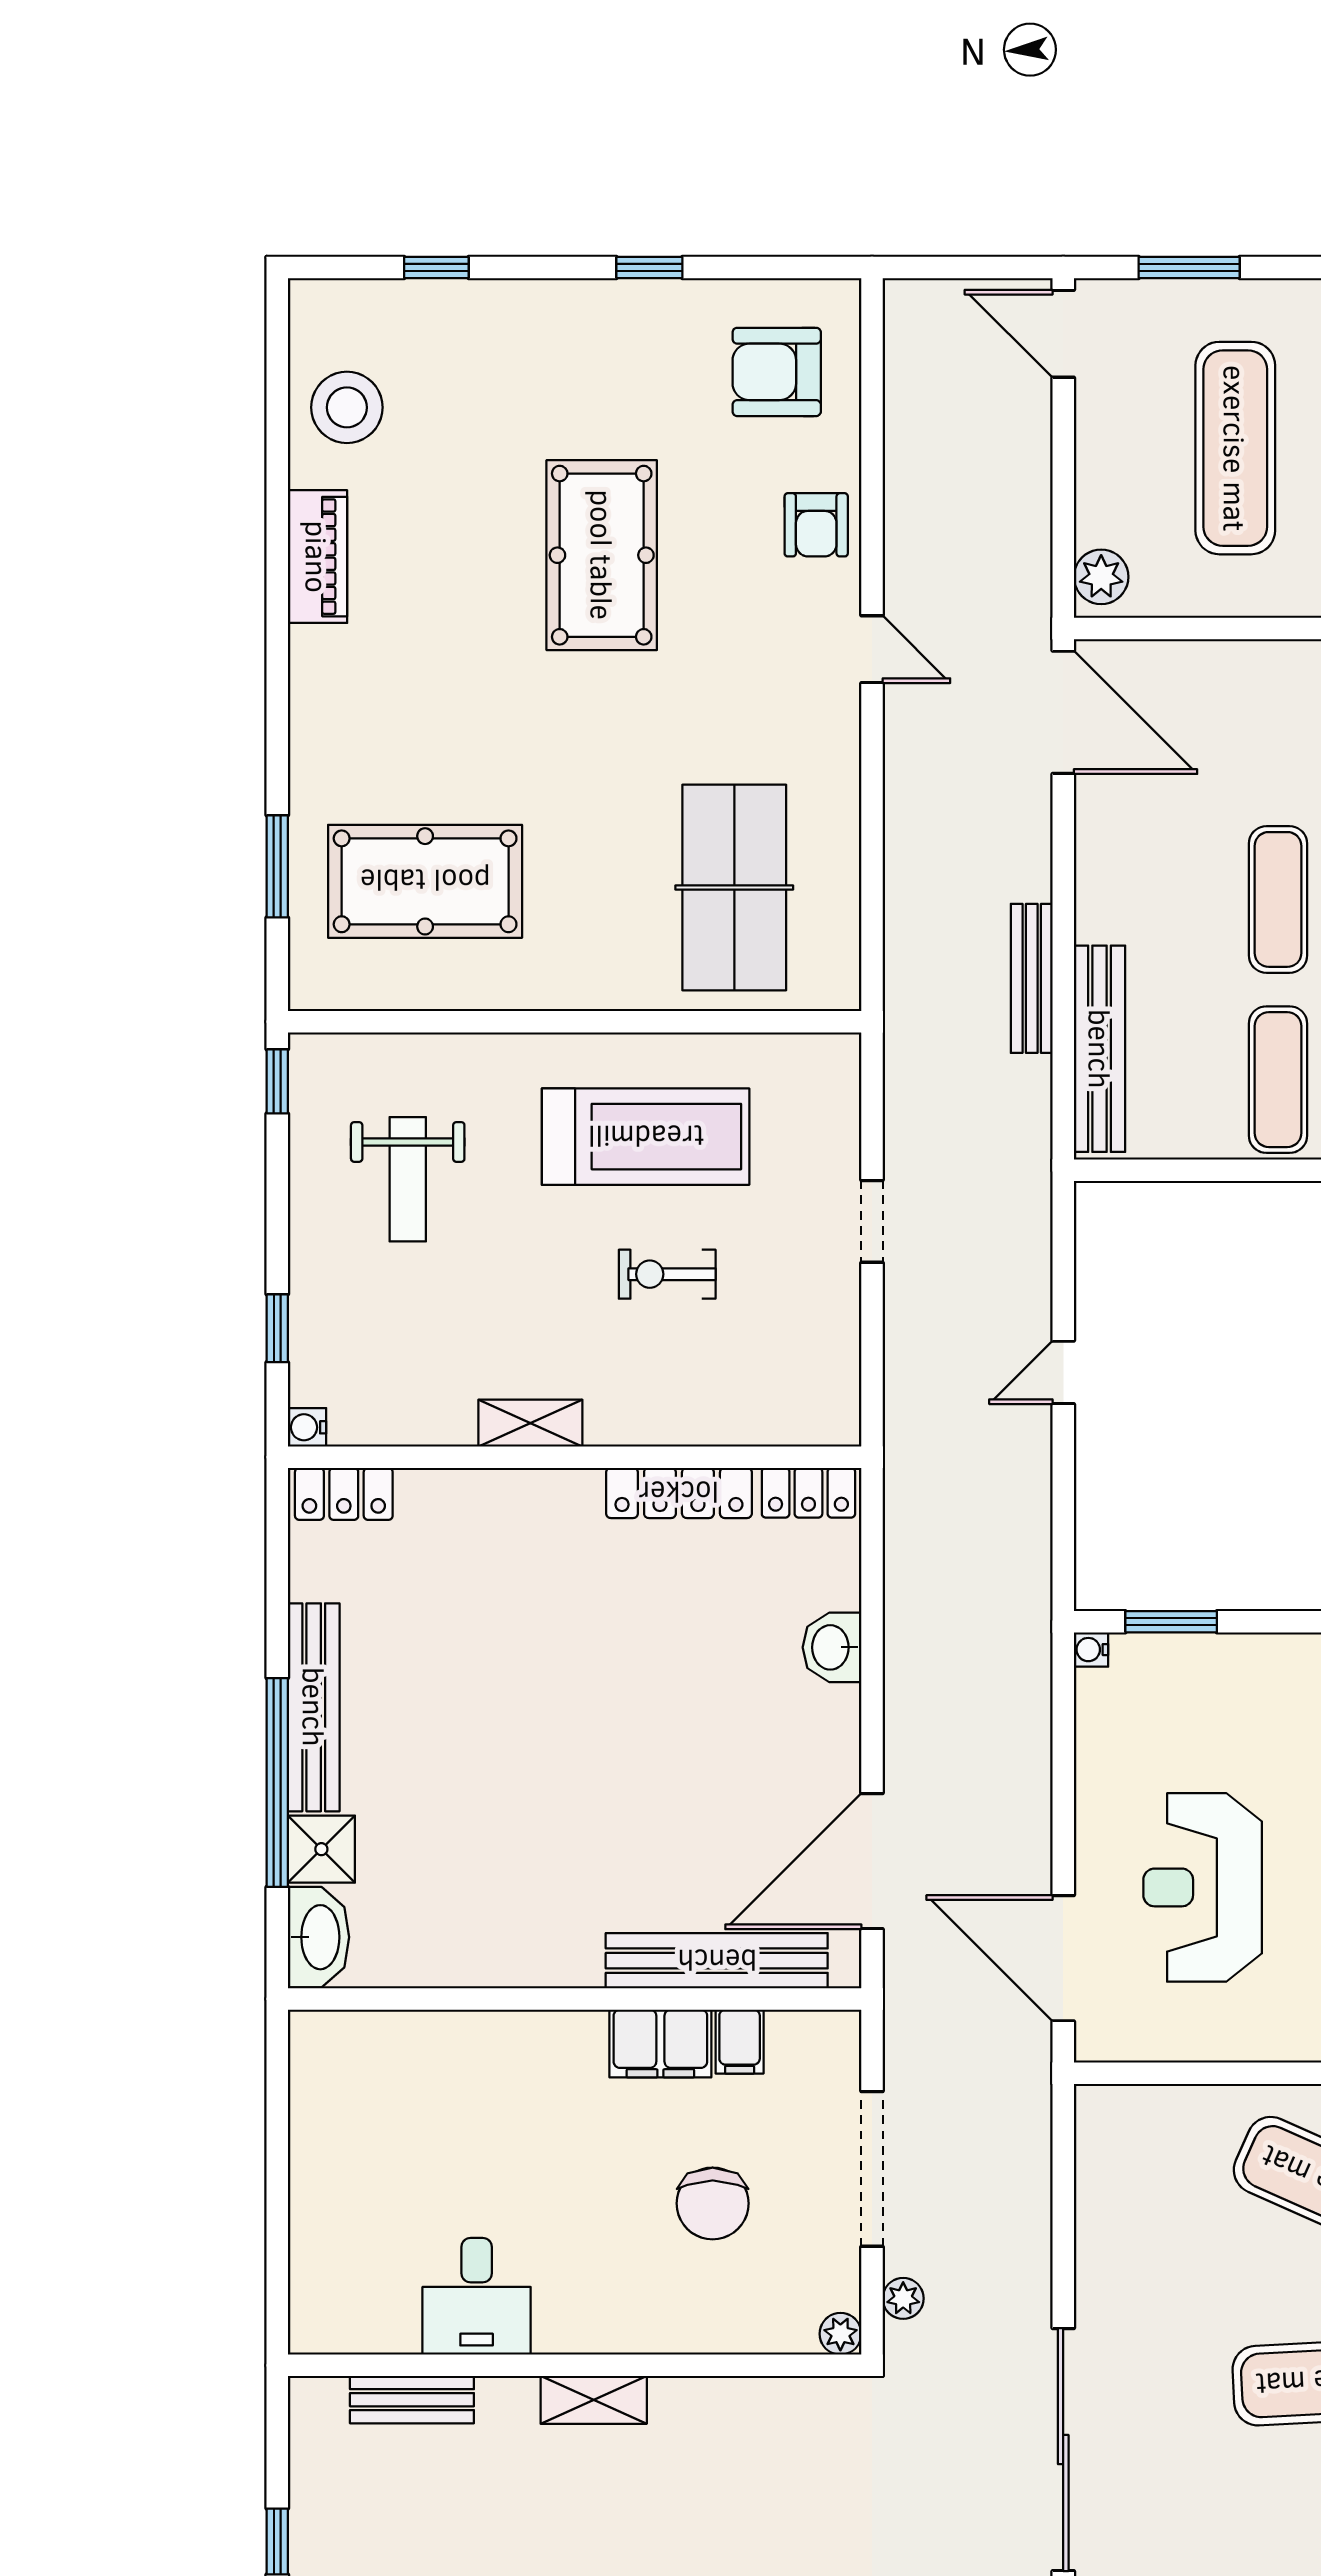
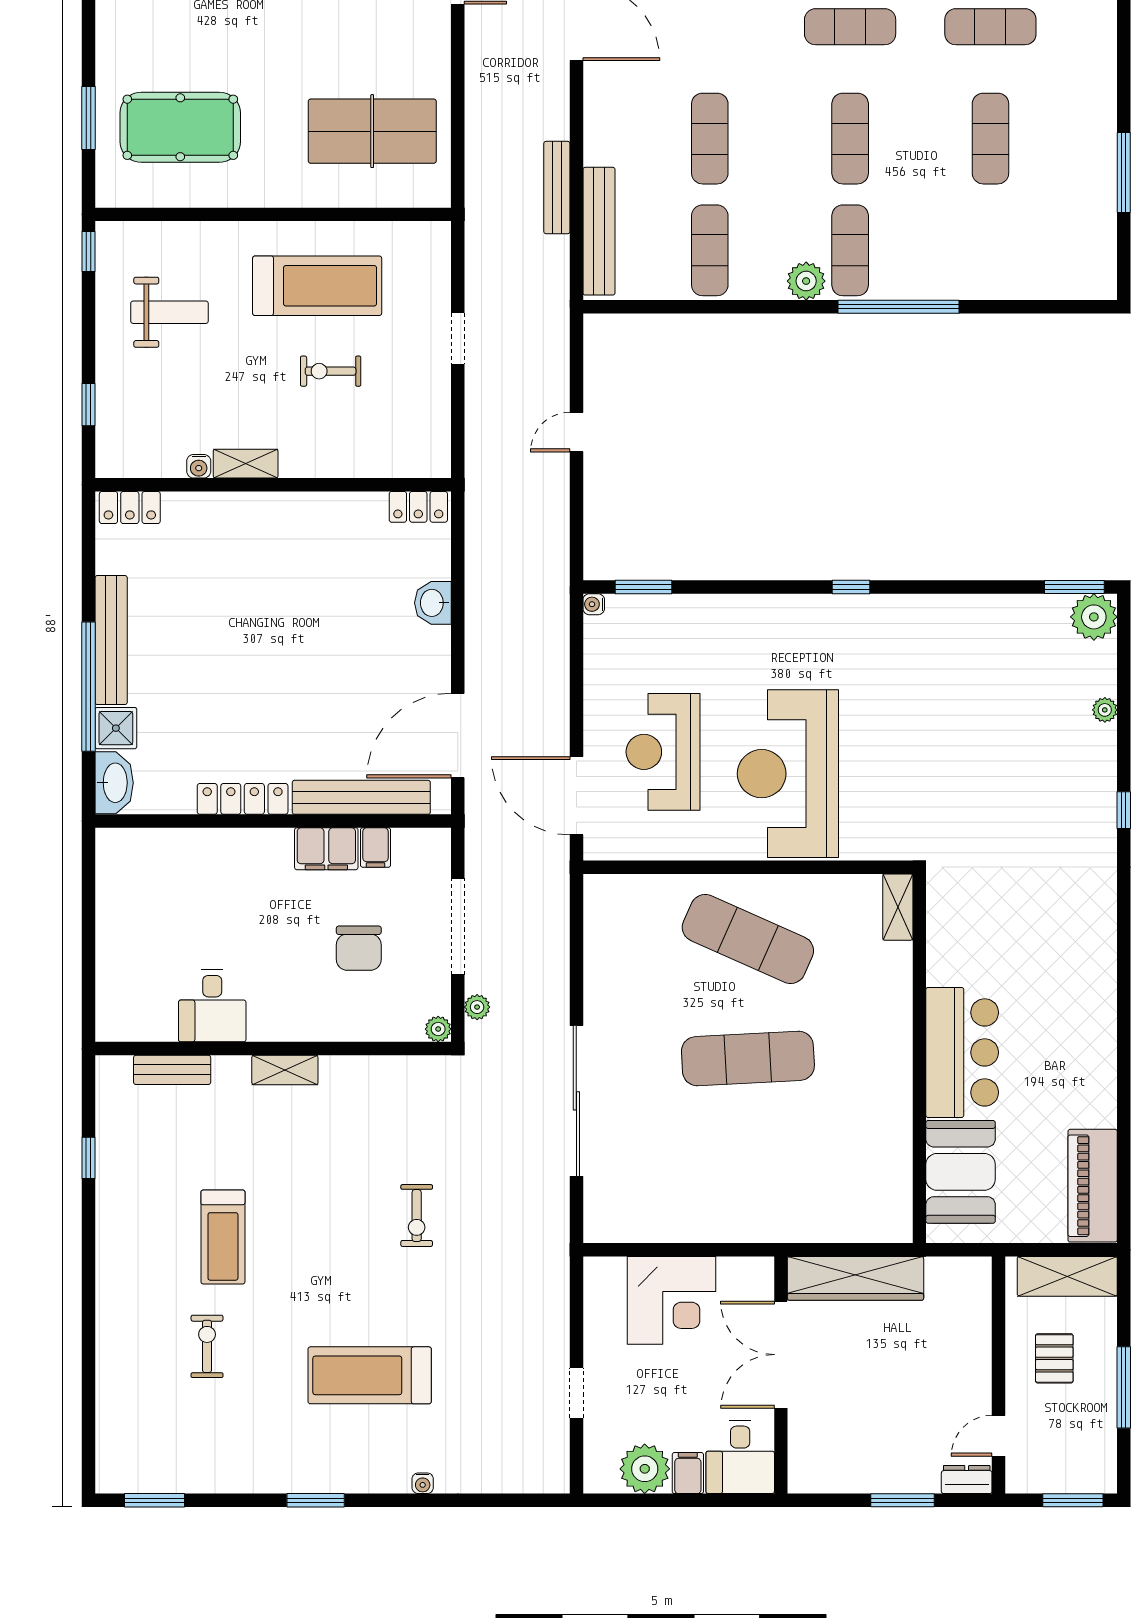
table tennis table: (734, 888) -> (372, 131), turned 90
weight bench: (408, 1179) -> (169, 312), turned -90
water cooler: (307, 1427) -> (199, 466), moved, turned -90
locker: (679, 1493) -> (243, 799), moved, turned 180

